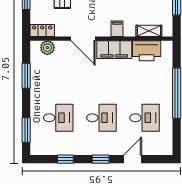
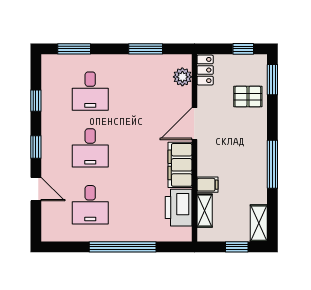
filing cabinet: (117, 29) -> (207, 185), moved

